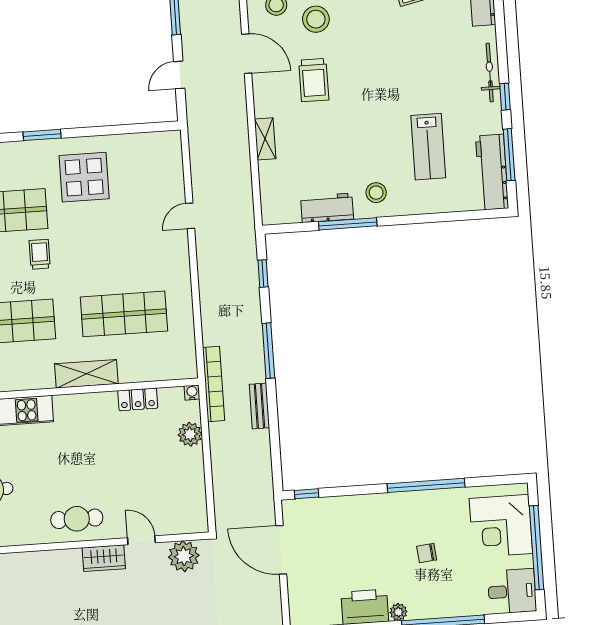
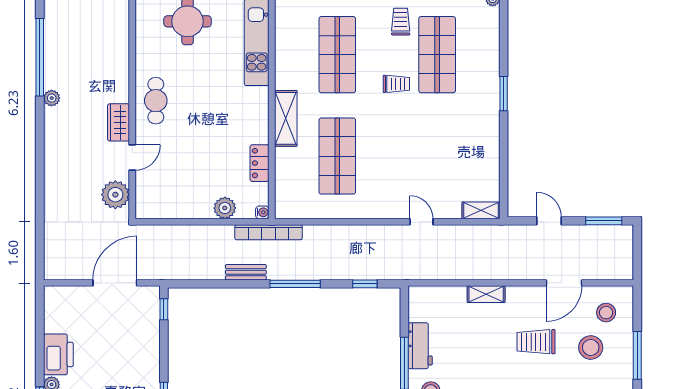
shelving: (173, 151) -> (481, 210), added
display table: (84, 177) -> (463, 129), removed

